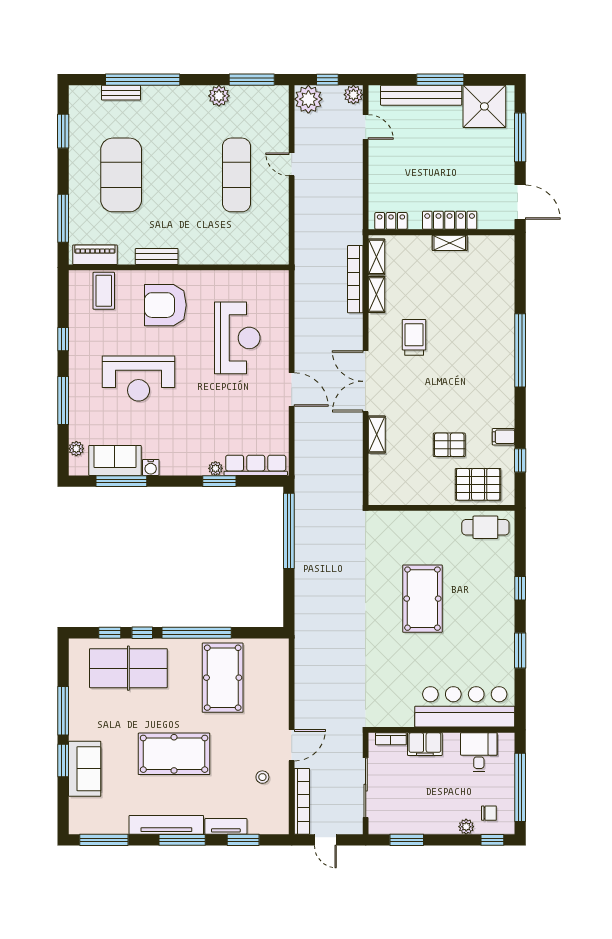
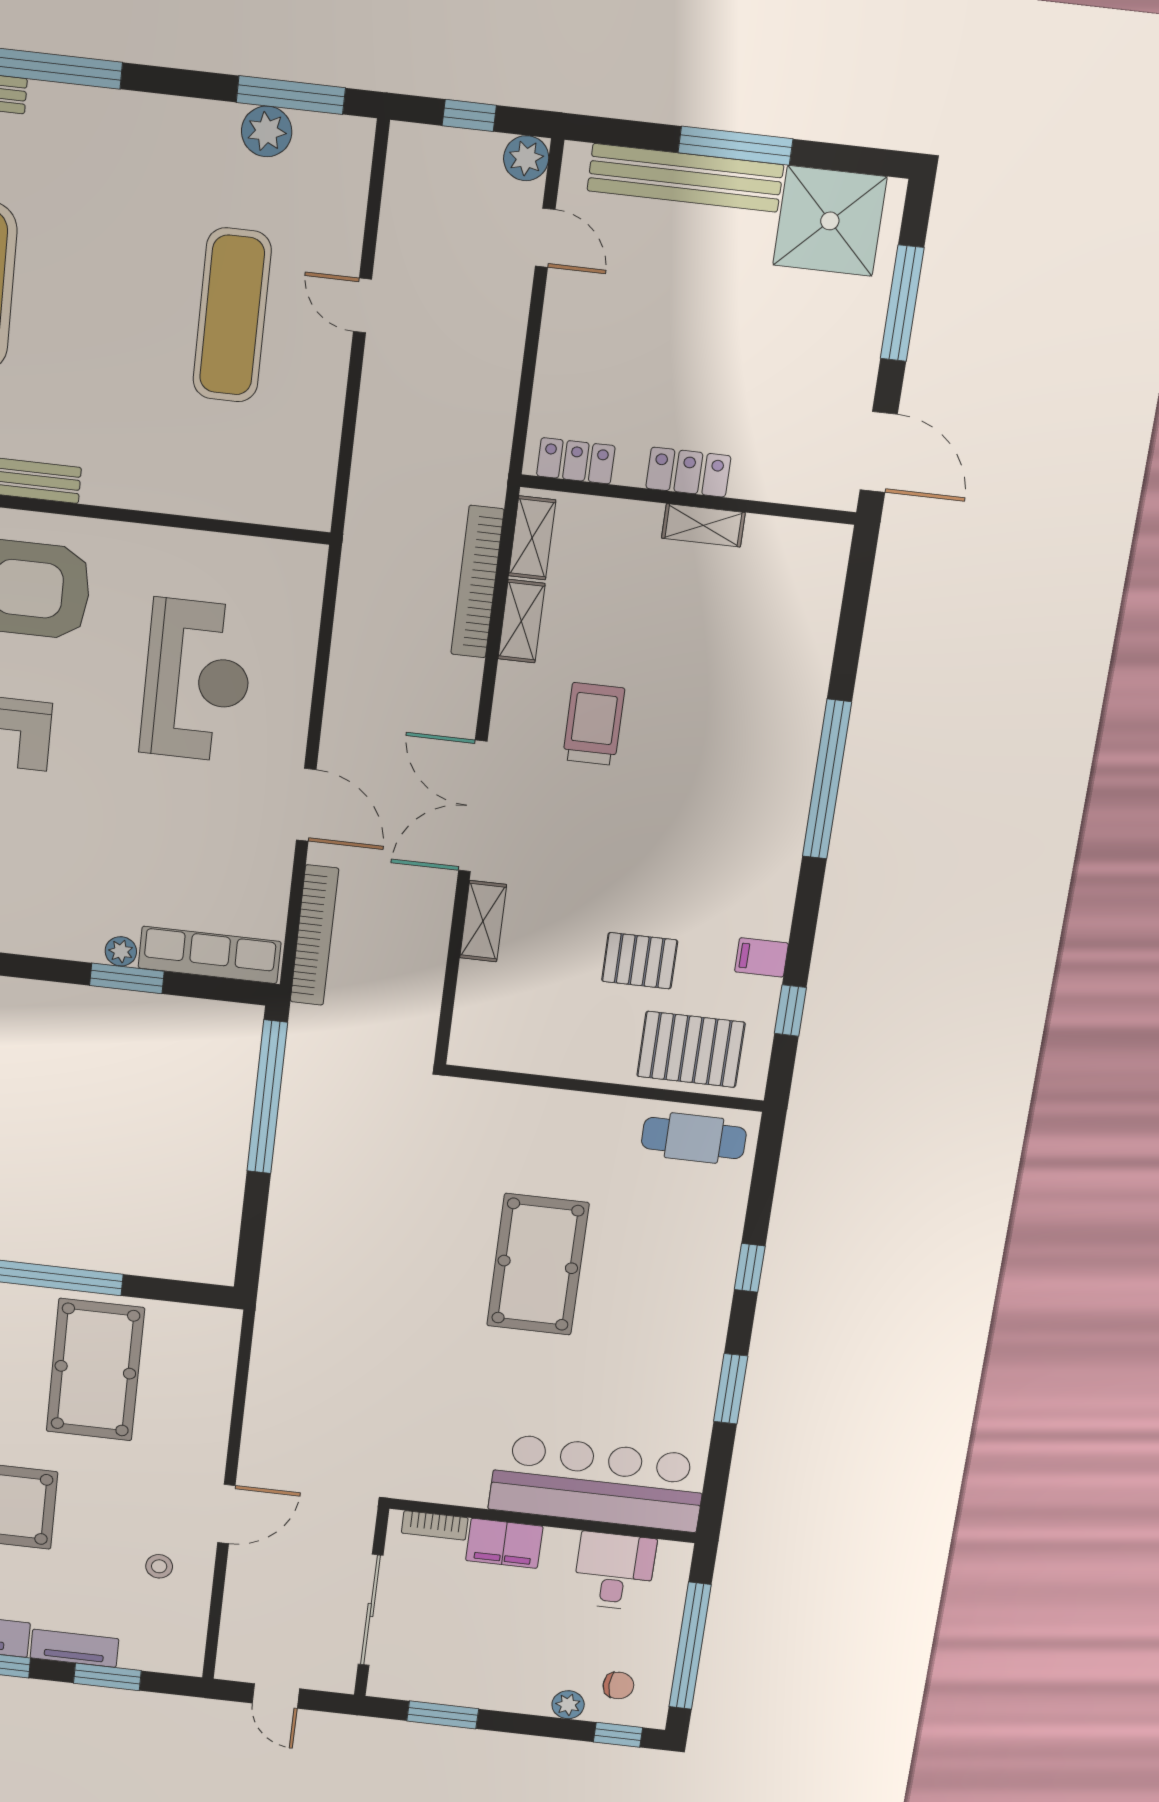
plant: (219, 96) -> (267, 131), moved
plant: (308, 99) -> (419, 157), removed
locker: (450, 220) -> (688, 472), width x0.66
bookcase: (302, 801) -> (314, 935), moved

